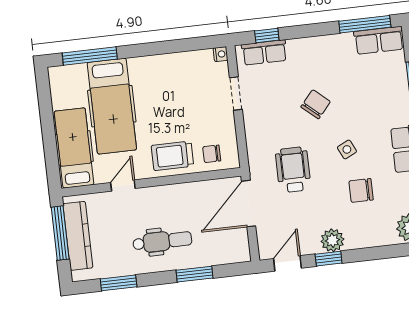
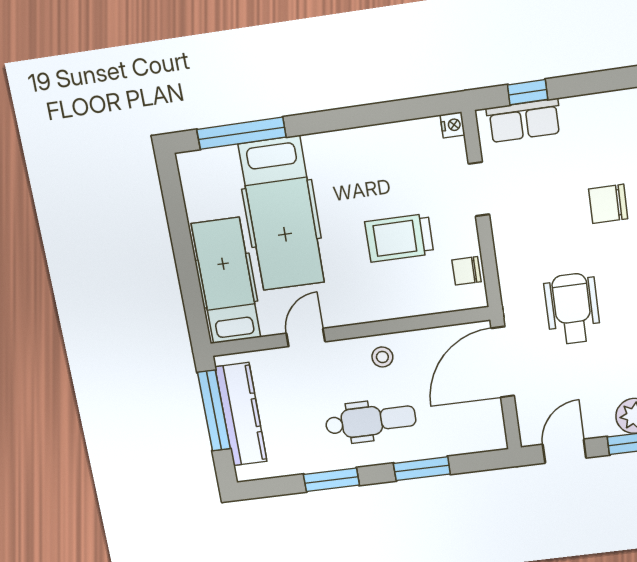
chair: (316, 104) -> (608, 204), turned -131
chair: (212, 154) -> (466, 271), moved
trolley: (172, 156) -> (399, 238), moved
stool: (172, 199) -> (382, 357), added
window: (119, 283) -> (331, 480), moved

